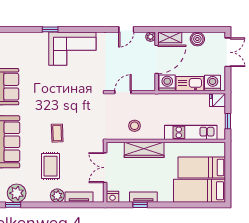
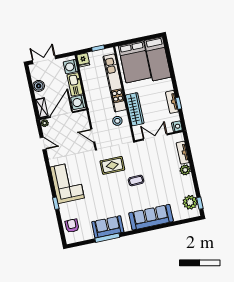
armchair: (19, 43) -> (72, 226), added
door: (157, 59) -> (61, 115), hinge flipped
kitchen unit: (191, 132) -> (115, 83), width x1.36
rug: (50, 166) -> (112, 165), moved
bed: (202, 167) -> (135, 62), width x1.50
double door: (105, 168) -> (155, 137), swing flipped

